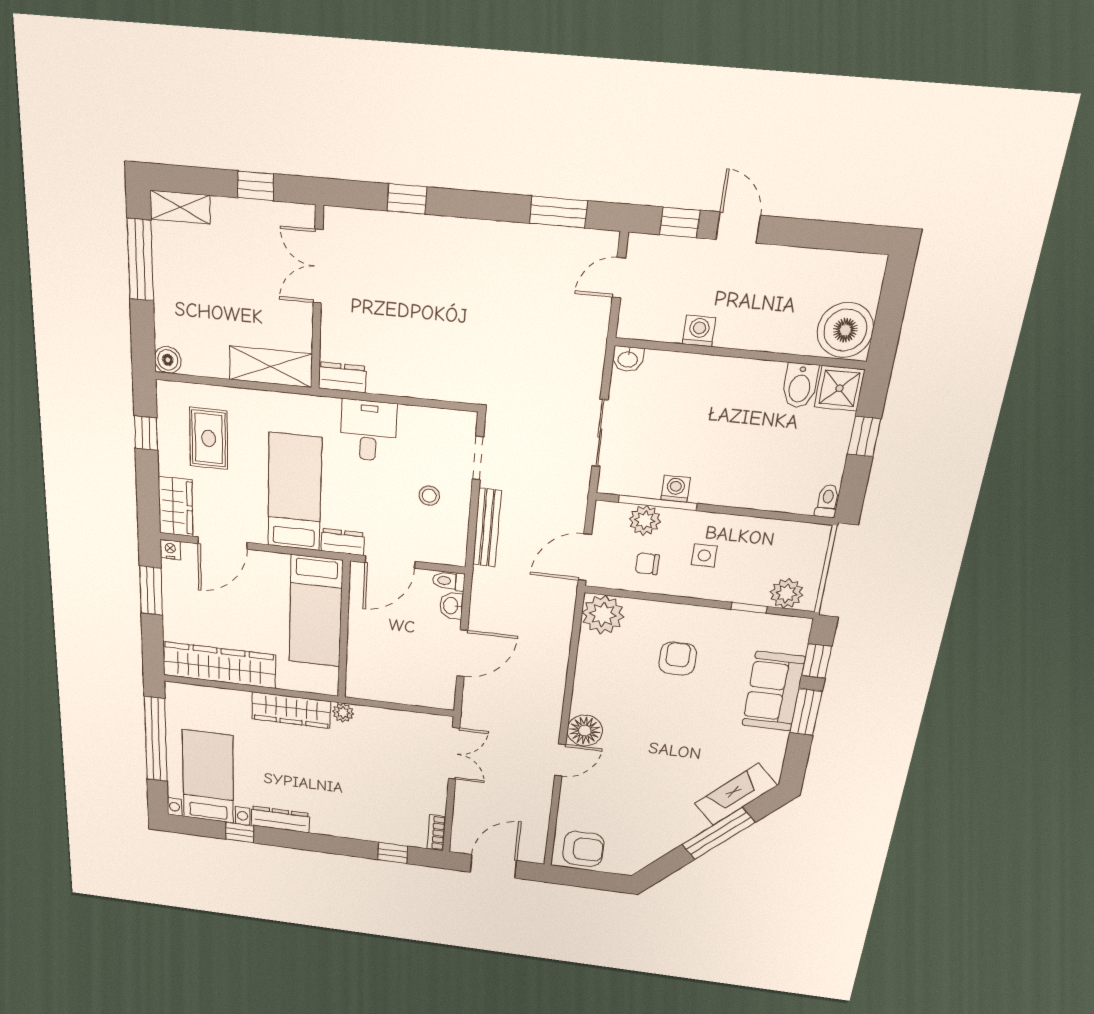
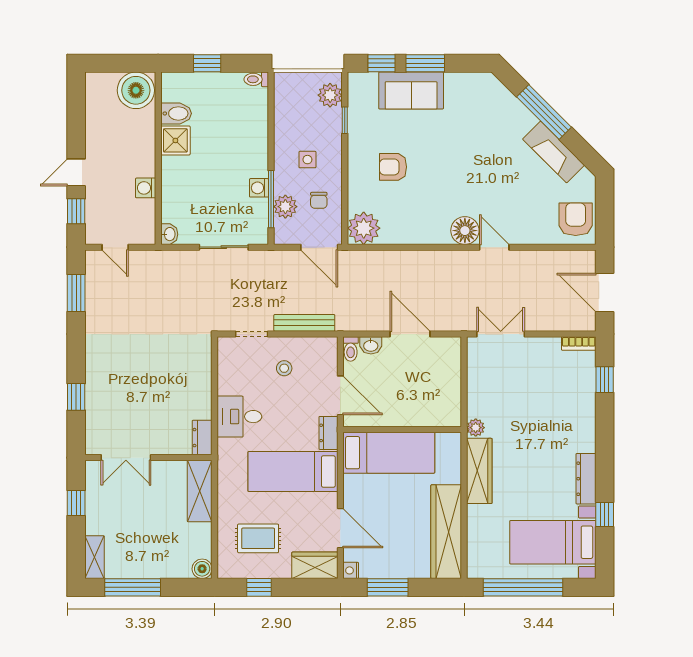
shower: (839, 388) -> (175, 140), moved
fireplace: (736, 794) -> (554, 152), moved

